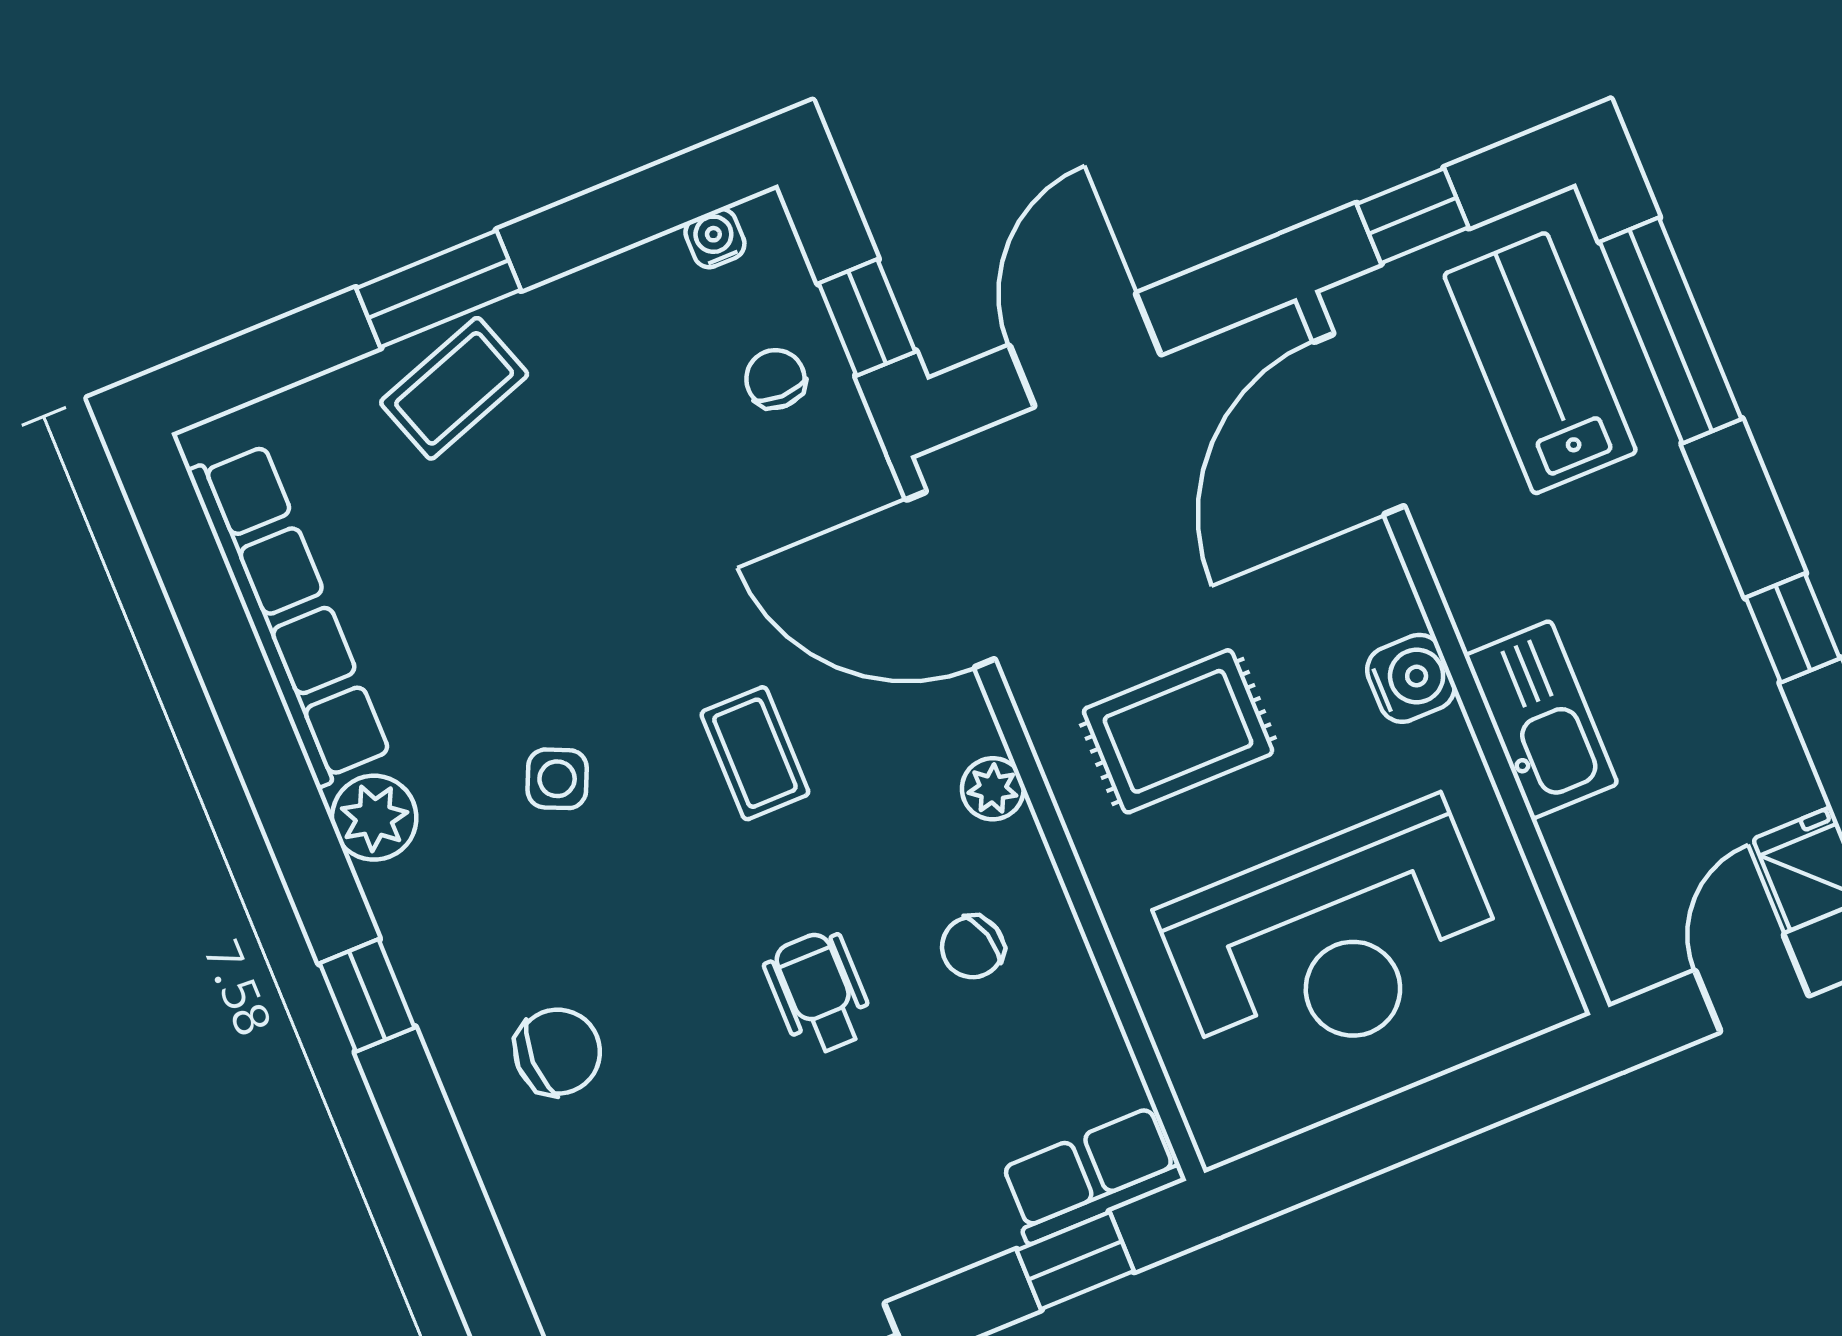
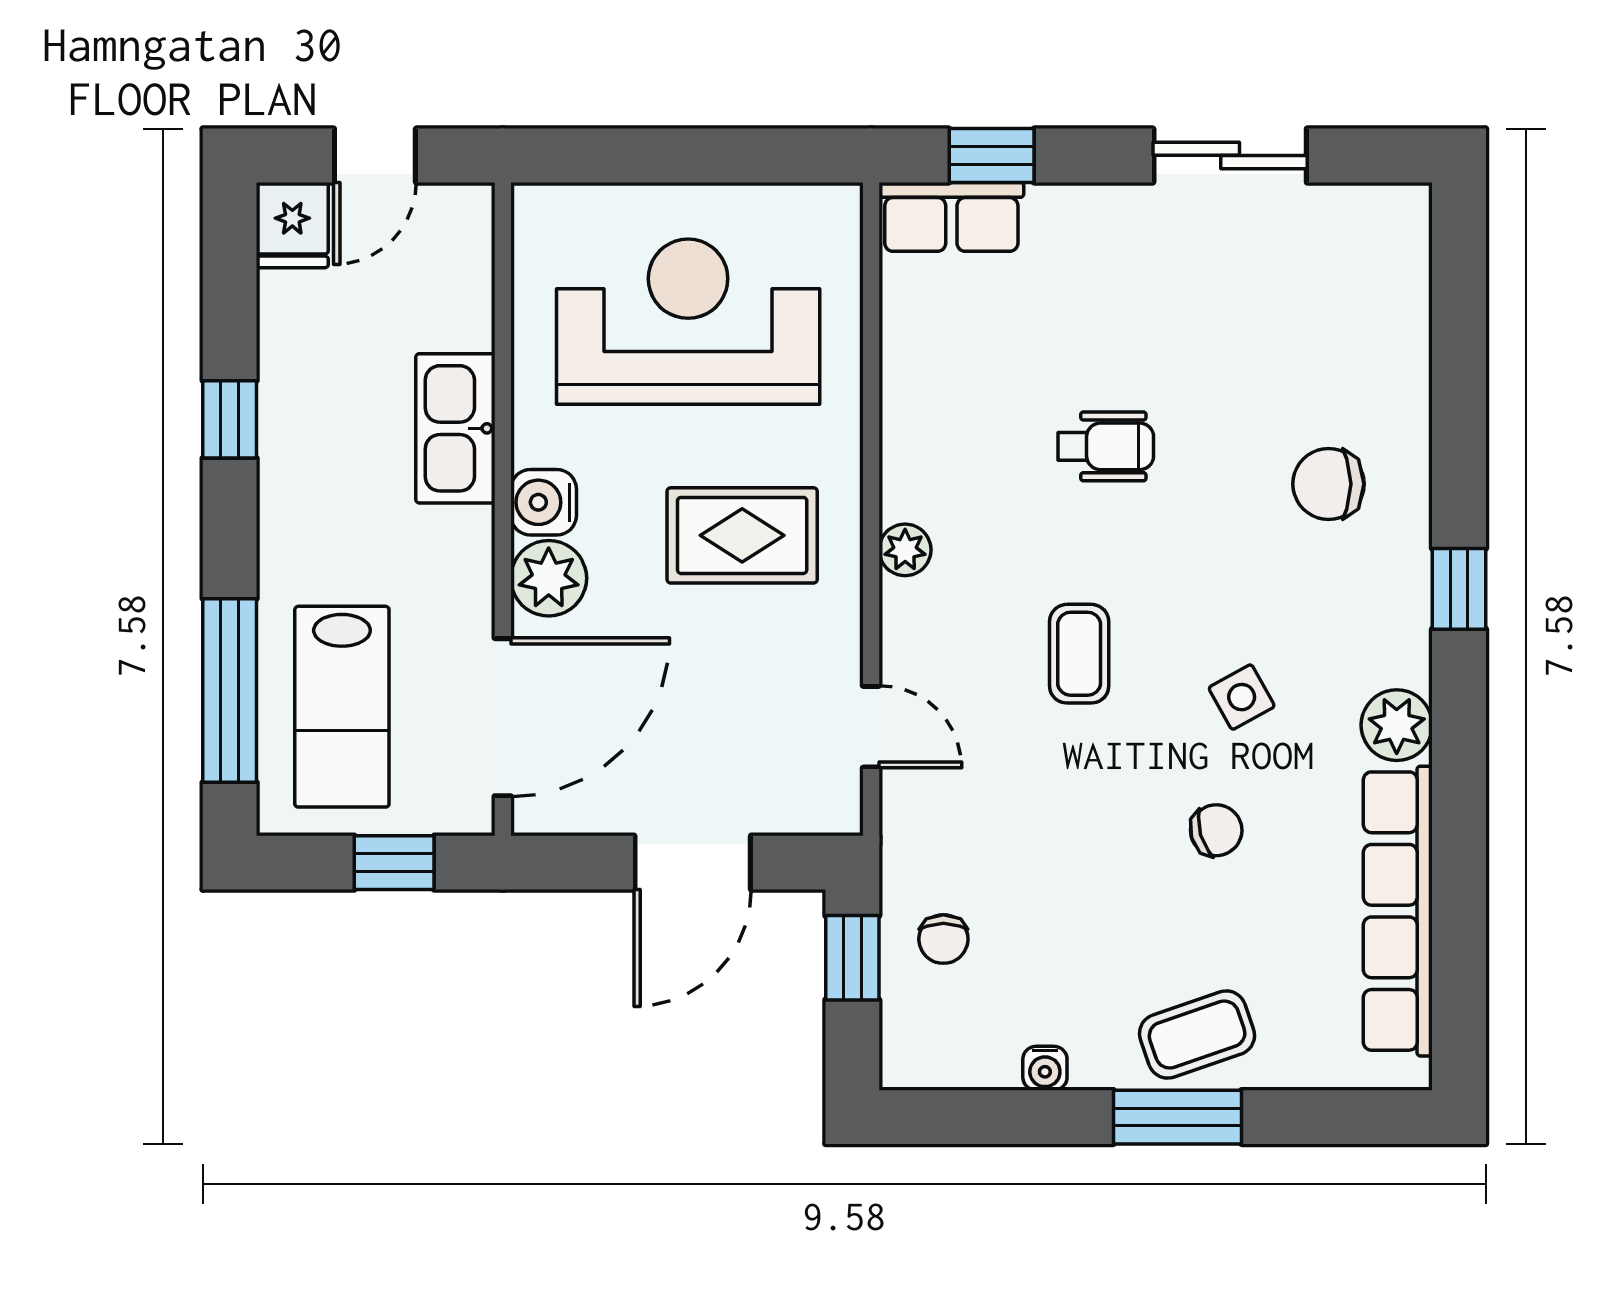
water cooler: (715, 238) -> (1045, 1068), moved
door: (950, 579) -> (871, 727), width x0.53
plant: (1371, 597) -> (549, 578), added
side table: (557, 779) -> (1242, 697), turned 37
chair: (973, 947) -> (1216, 830), moved
wheelchair: (819, 993) -> (1106, 446), turned -90

